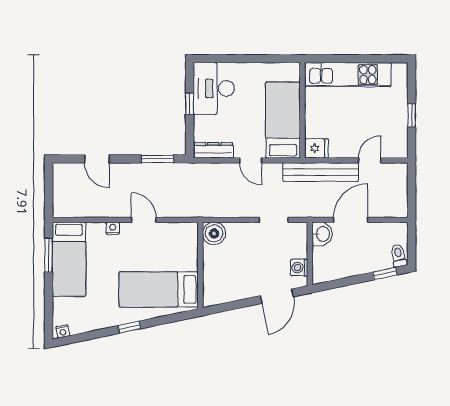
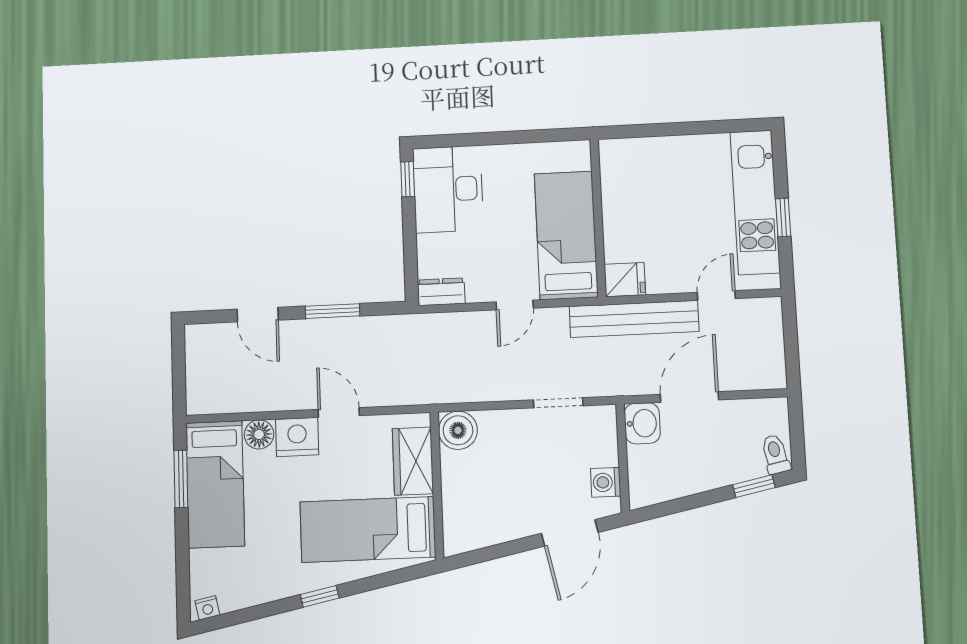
kitchen unit: (348, 75) -> (755, 202), moved, turned 90
window: (190, 104) -> (408, 179), moved
dresser: (213, 150) -> (441, 292), width x0.70
window: (157, 159) -> (333, 311), moved
door: (251, 160) -> (515, 305), hinge flipped
nightstand: (113, 228) -> (297, 437), width x1.89, depth x1.79
floor lamp: (96, 231) -> (259, 434), added
wardrobe: (187, 250) -> (413, 461), added

